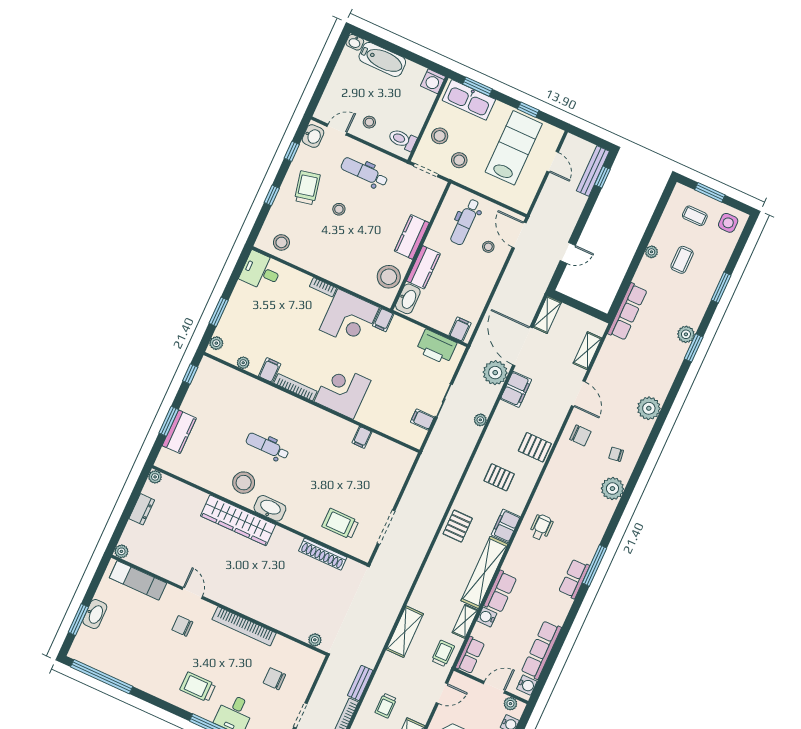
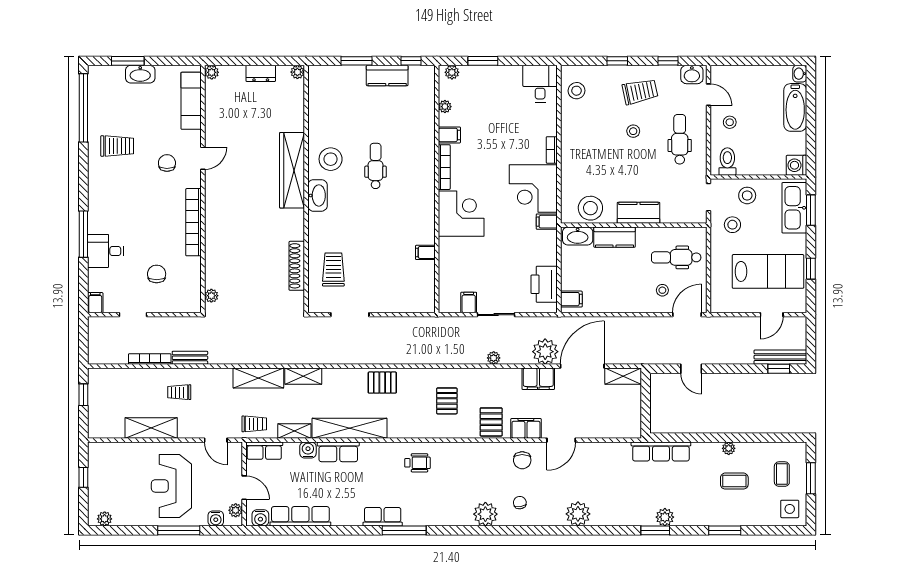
shelving: (587, 351) -> (303, 376), moved
kitchen counter: (179, 432) -> (387, 76), moved
filing cabinet: (506, 526) -> (526, 428), moved
trolley: (198, 687) -> (117, 146), moved, turned 90

